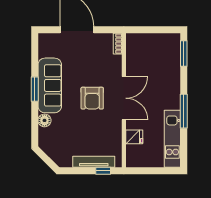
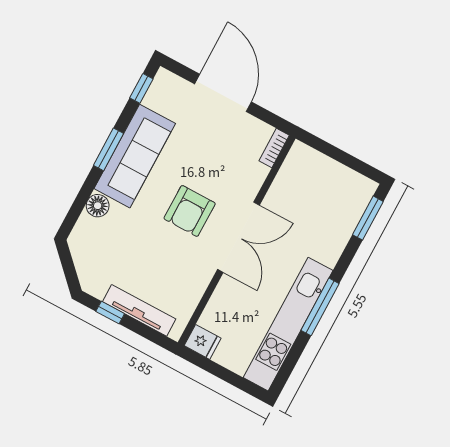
window: (35, 50) -> (141, 88), added
fridge: (134, 137) -> (203, 342), moved
kitchen unit: (172, 139) -> (288, 324), width x1.36
window: (103, 171) -> (110, 313), moved

